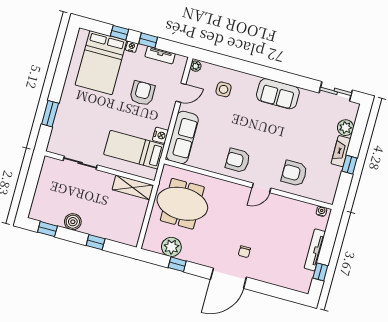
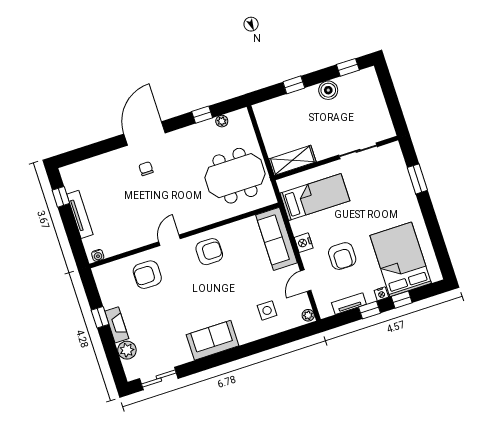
nightstand: (160, 135) -> (304, 243), moved
armchair: (294, 173) -> (147, 275), turned 180
plant: (171, 247) -> (222, 121), width x0.53, depth x0.53

